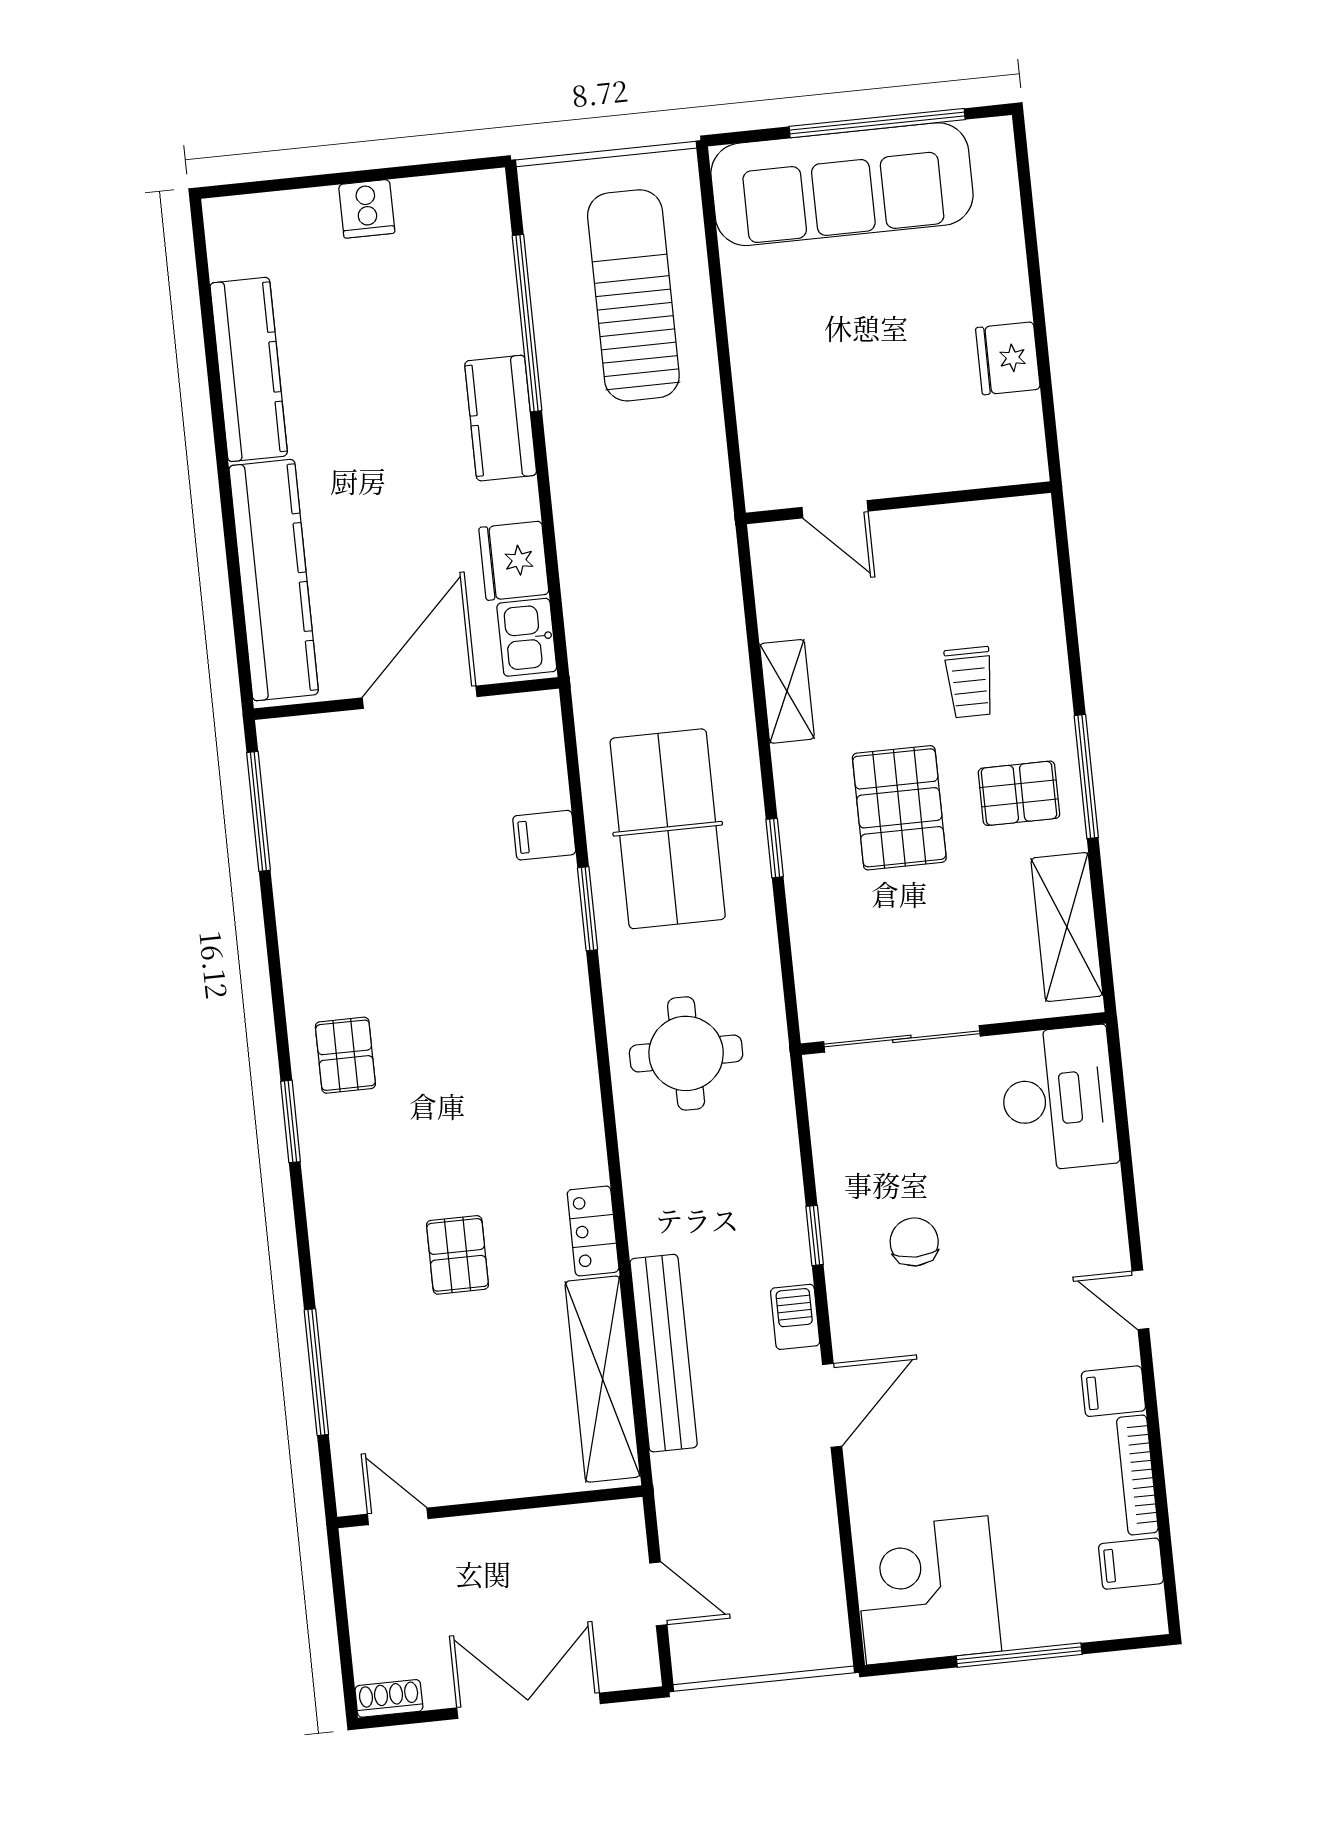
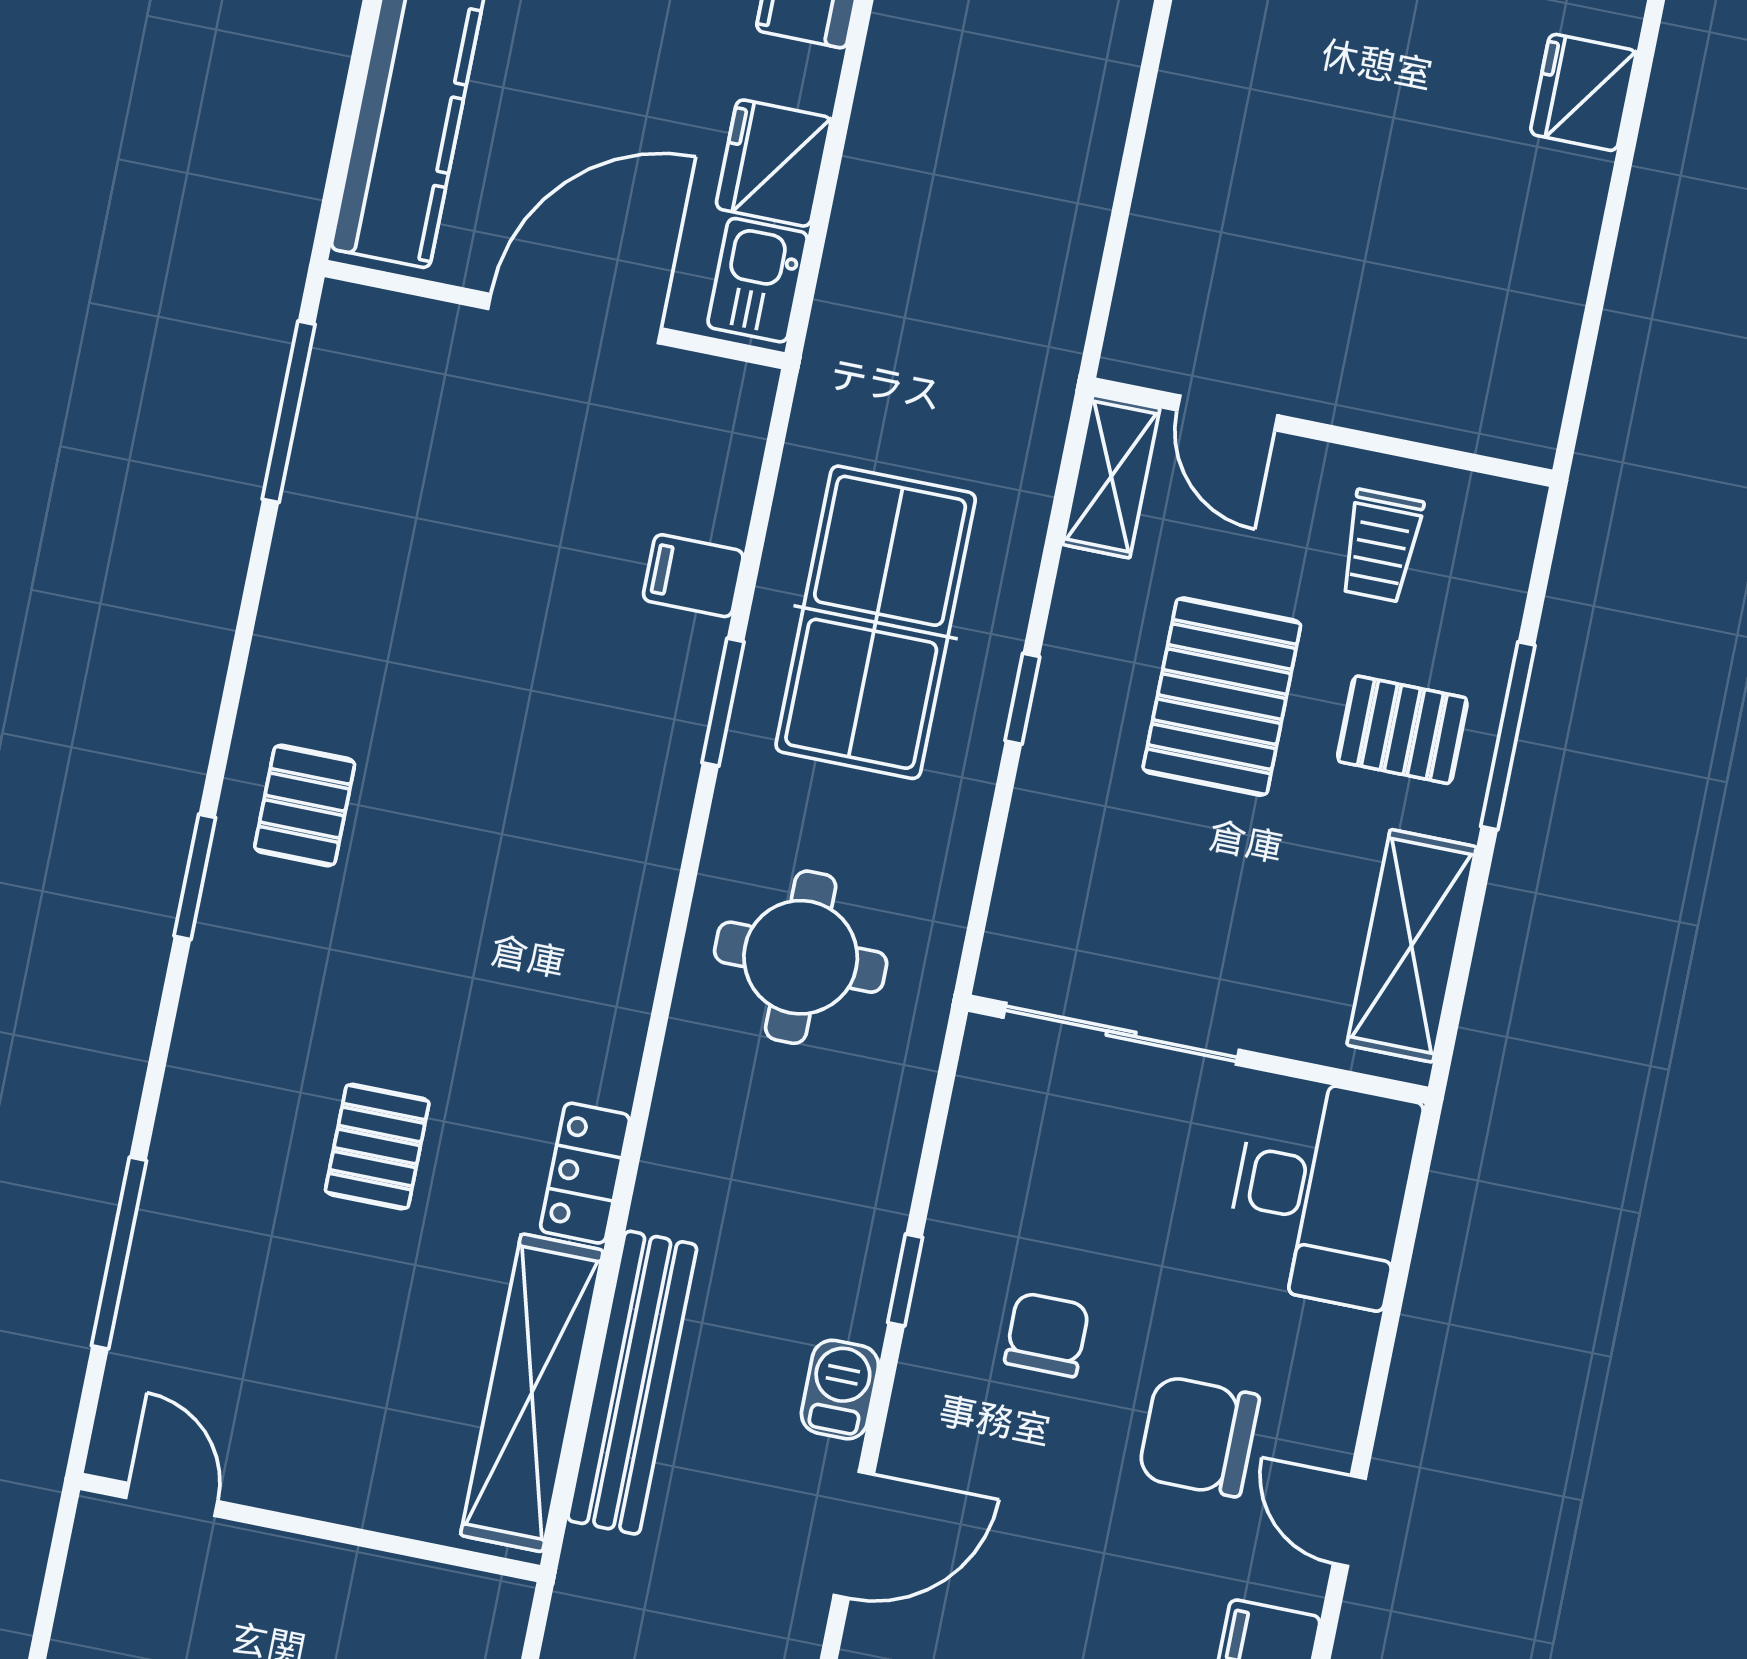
wall: (898, 503) -> (1323, 432), moved
door: (835, 509) -> (1227, 413), moved
chair: (1029, 1276) -> (1199, 1436), added

